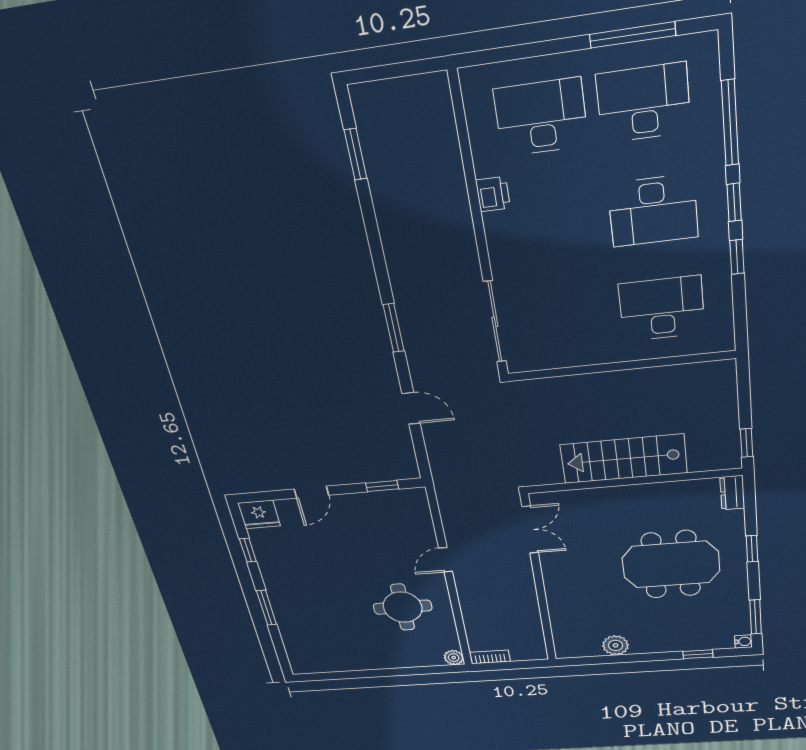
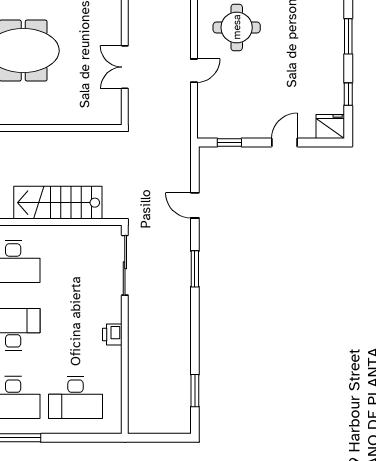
printer: (493, 194) -> (112, 335), moved
stairs: (624, 459) -> (58, 203), moved, turned 180
double door: (530, 530) -> (125, 67), moved

